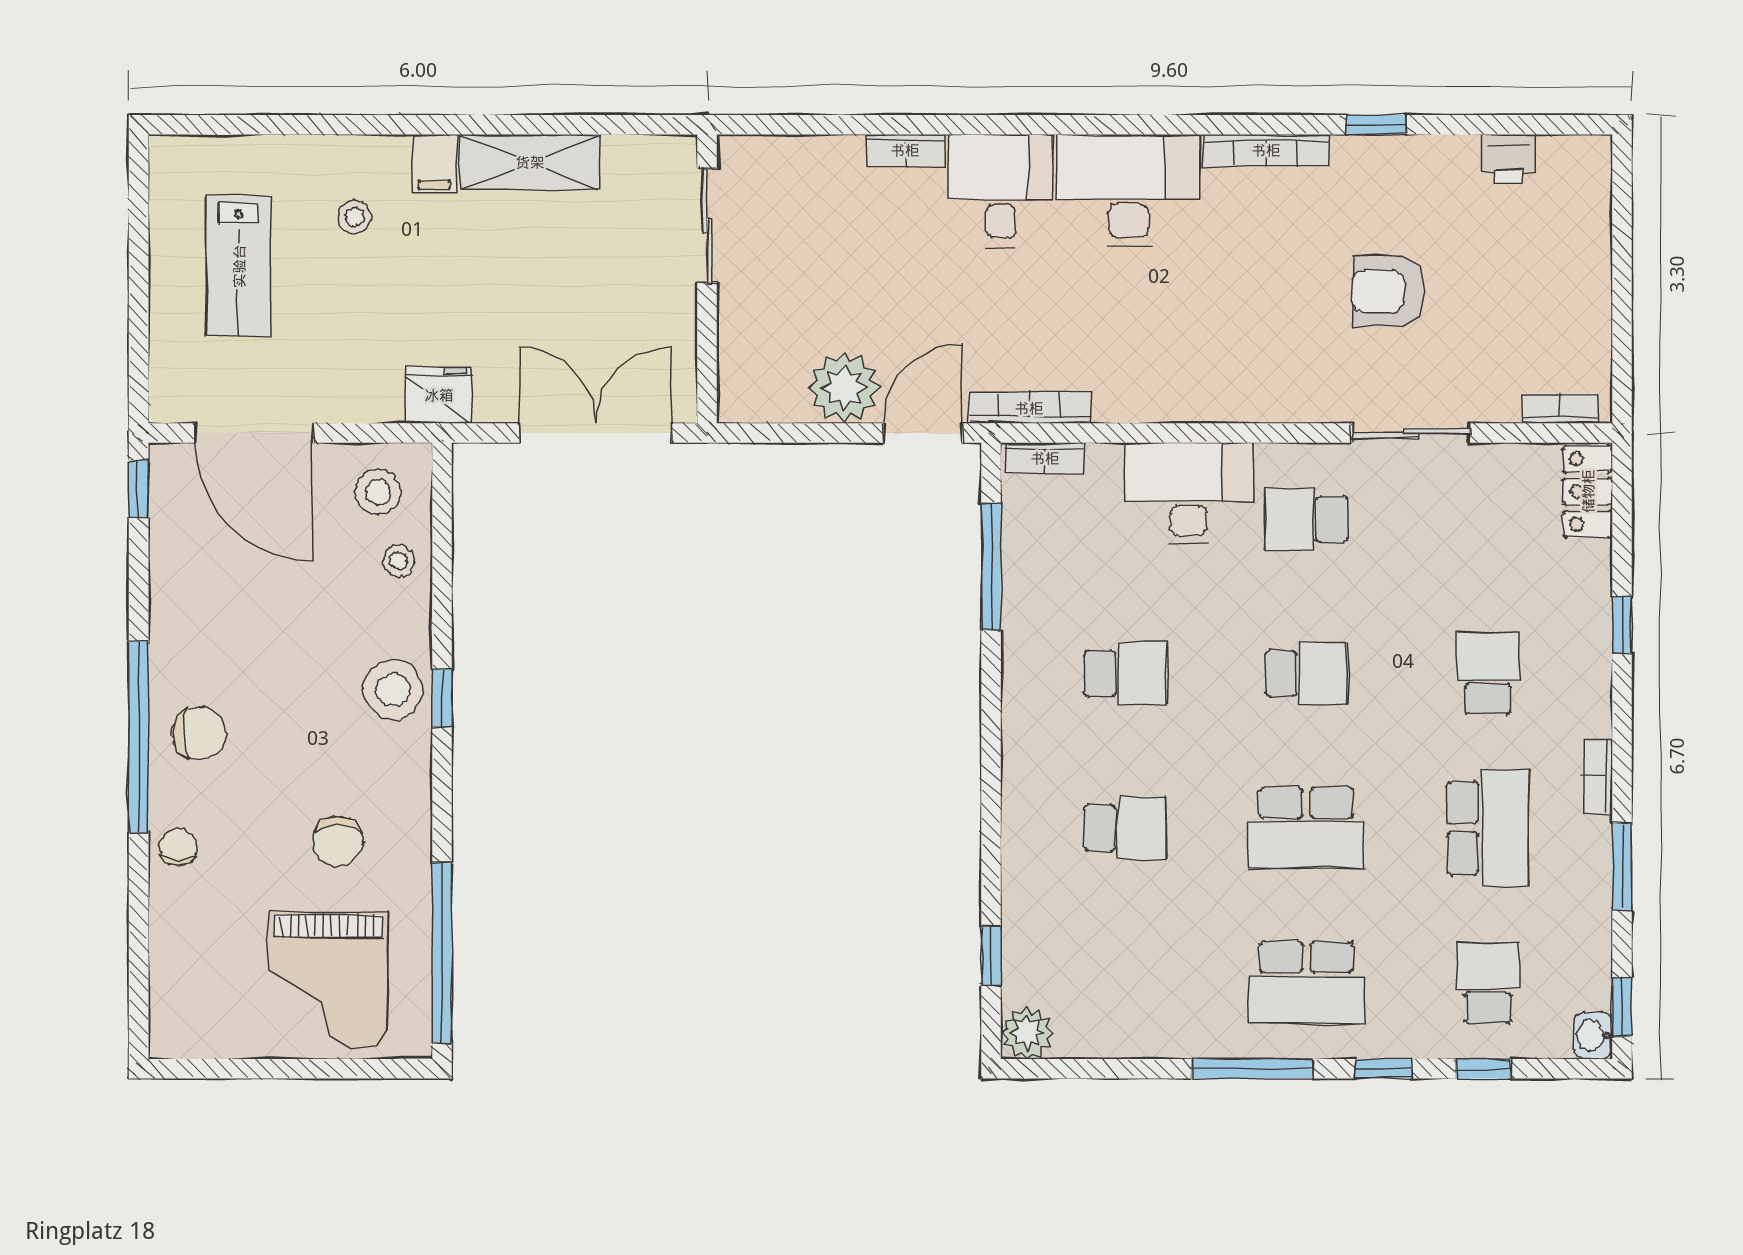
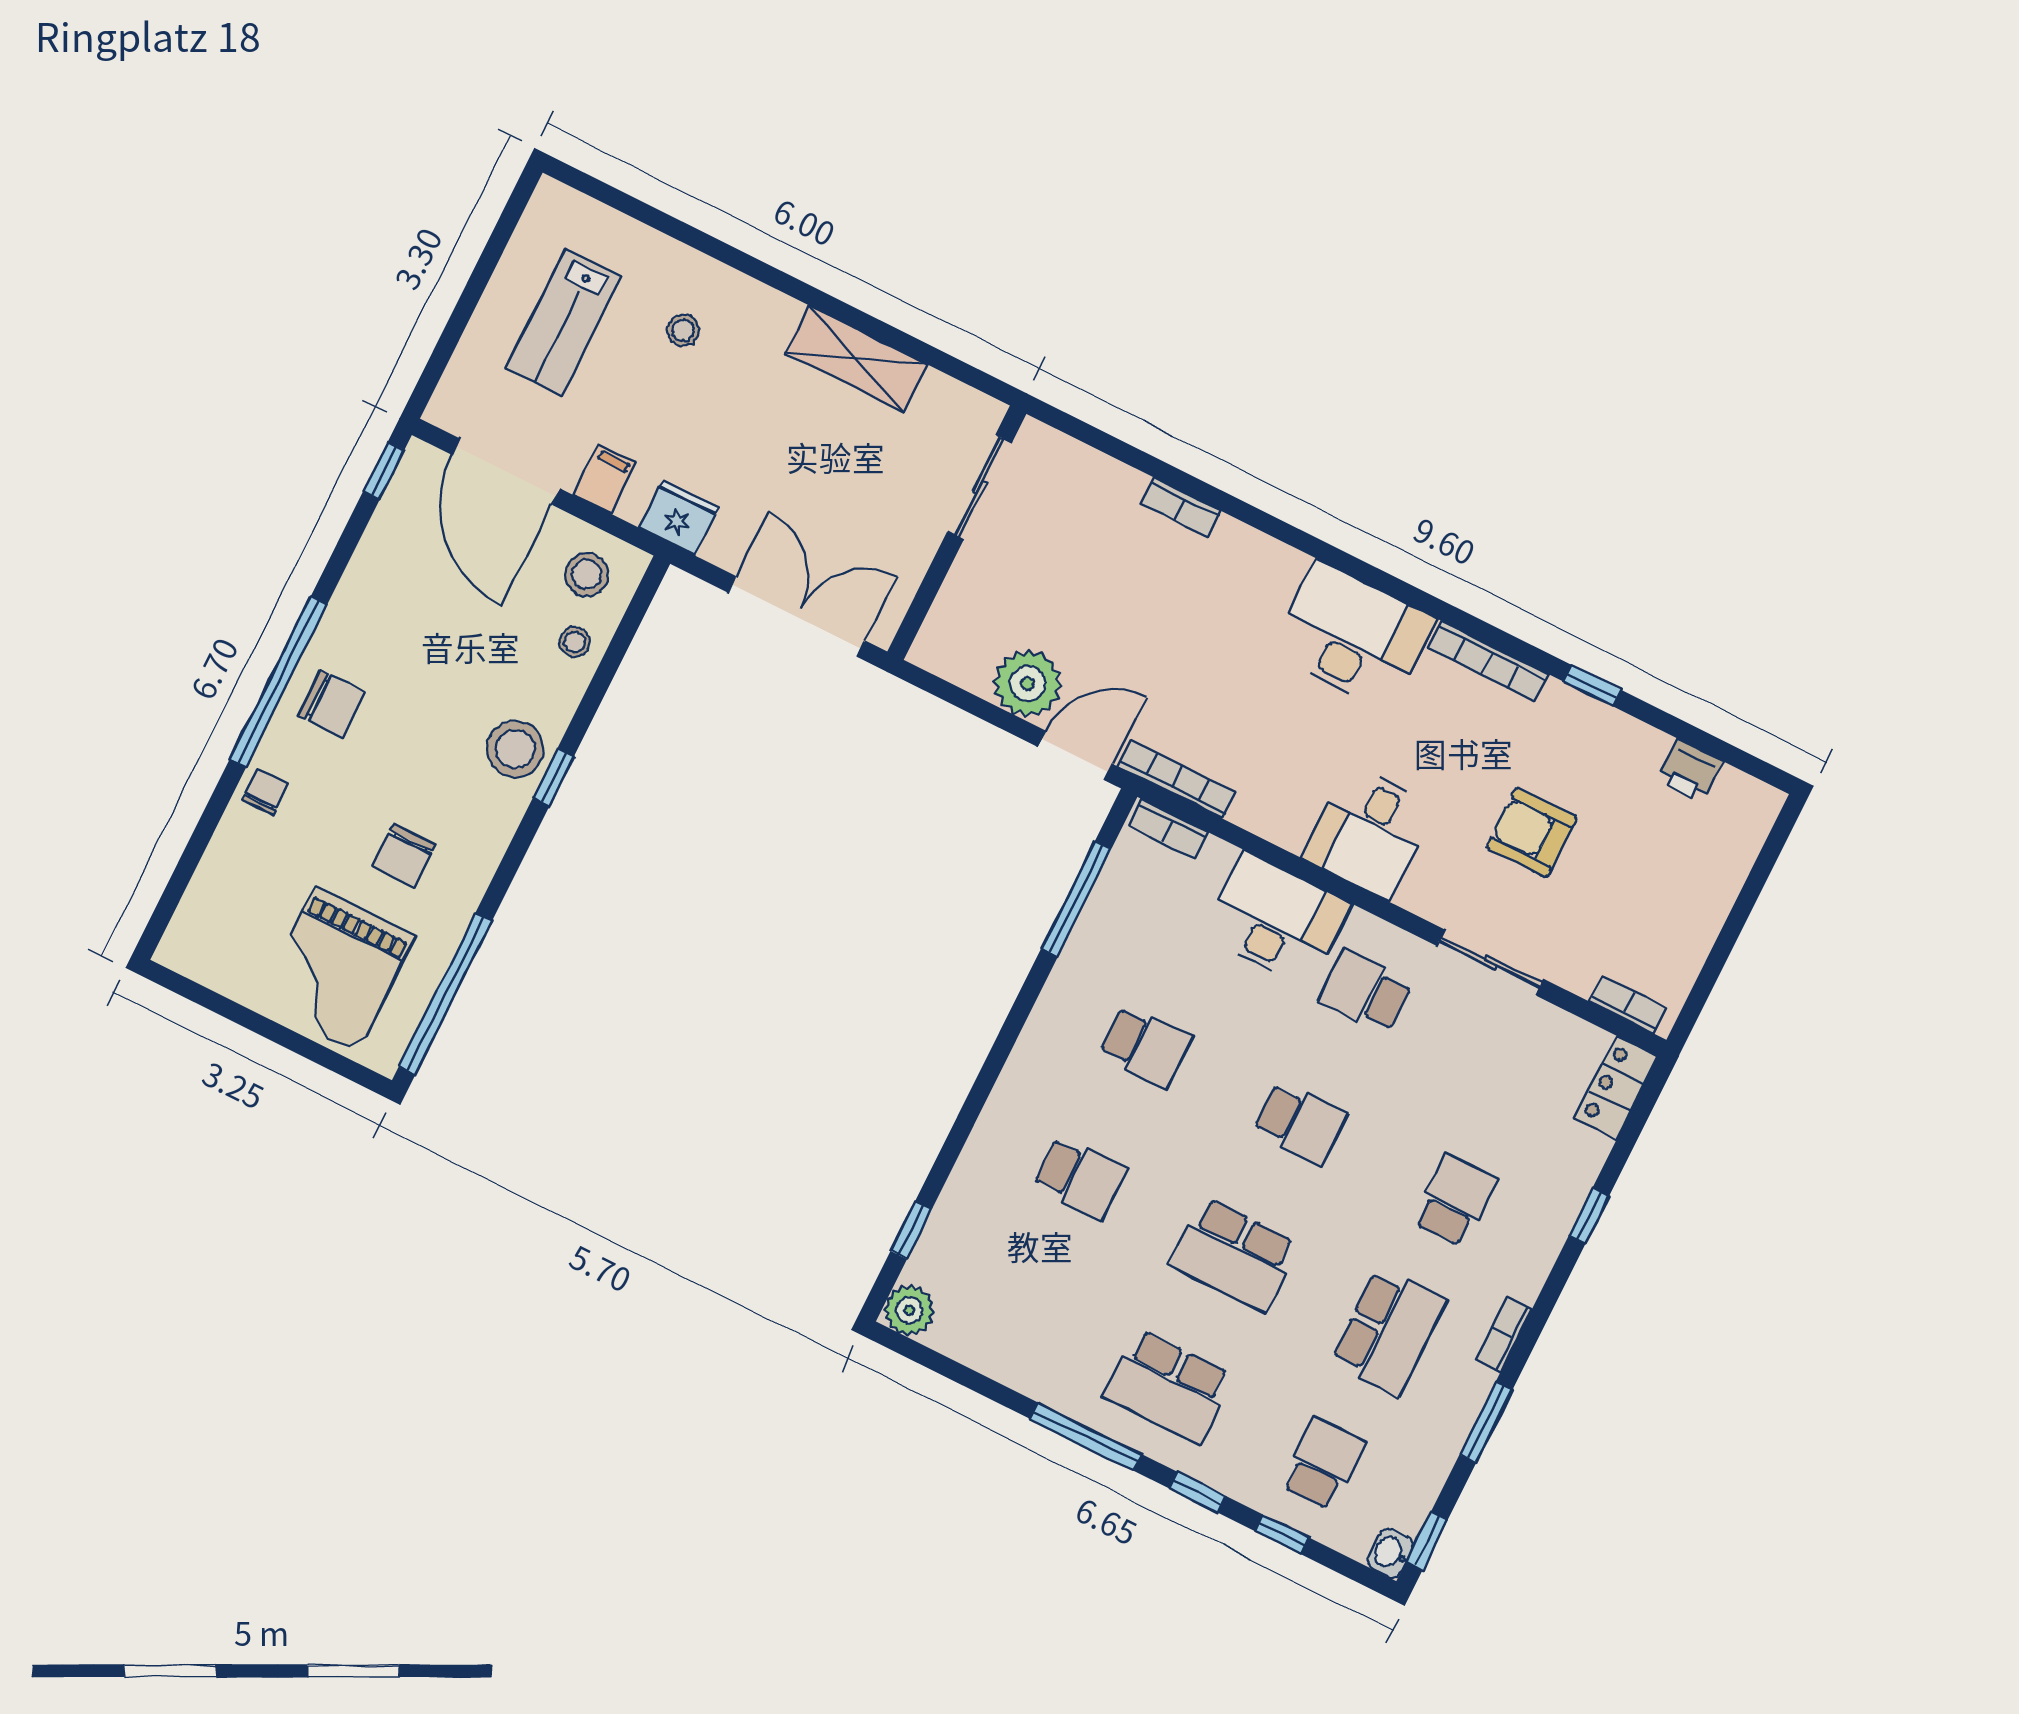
filing cabinet: (434, 164) -> (605, 479), moved, turned 180
desk: (1001, 191) -> (1369, 832), moved, turned 180

